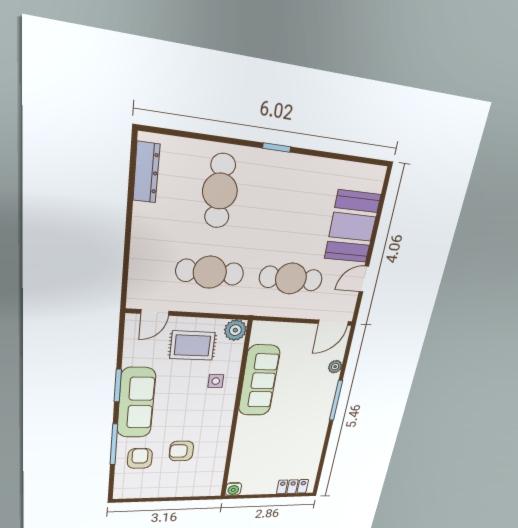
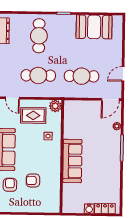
booth: (352, 227) -> (94, 27), moved, turned 90
door: (155, 312) -> (12, 98), hinge flipped
sofa: (259, 381) -> (72, 161), moved
water cooler: (233, 489) -> (89, 209), moved

